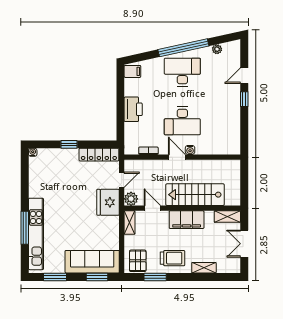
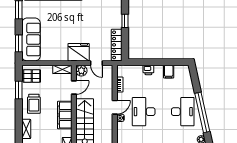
filing cabinet: (132, 71) -> (169, 72), moved
printer: (133, 109) -> (148, 70), width x0.53, depth x0.68

